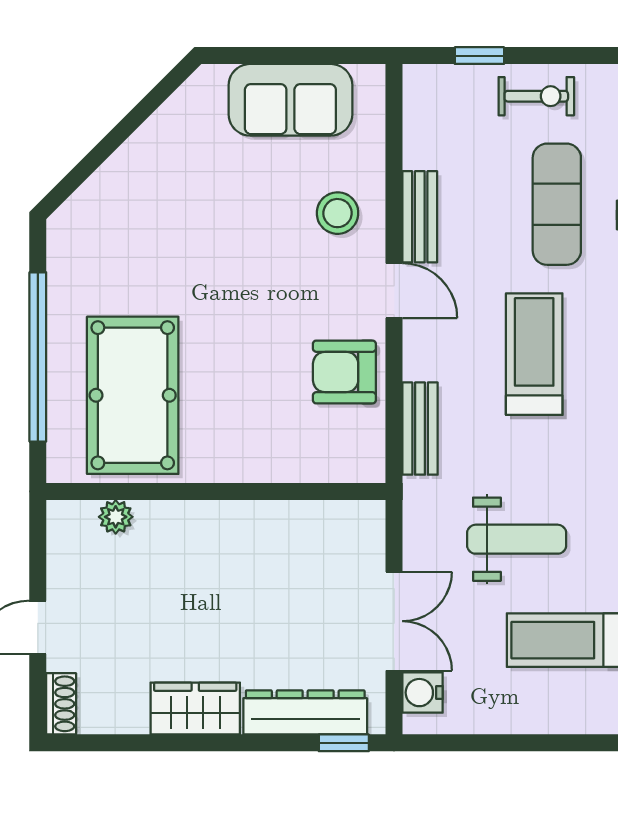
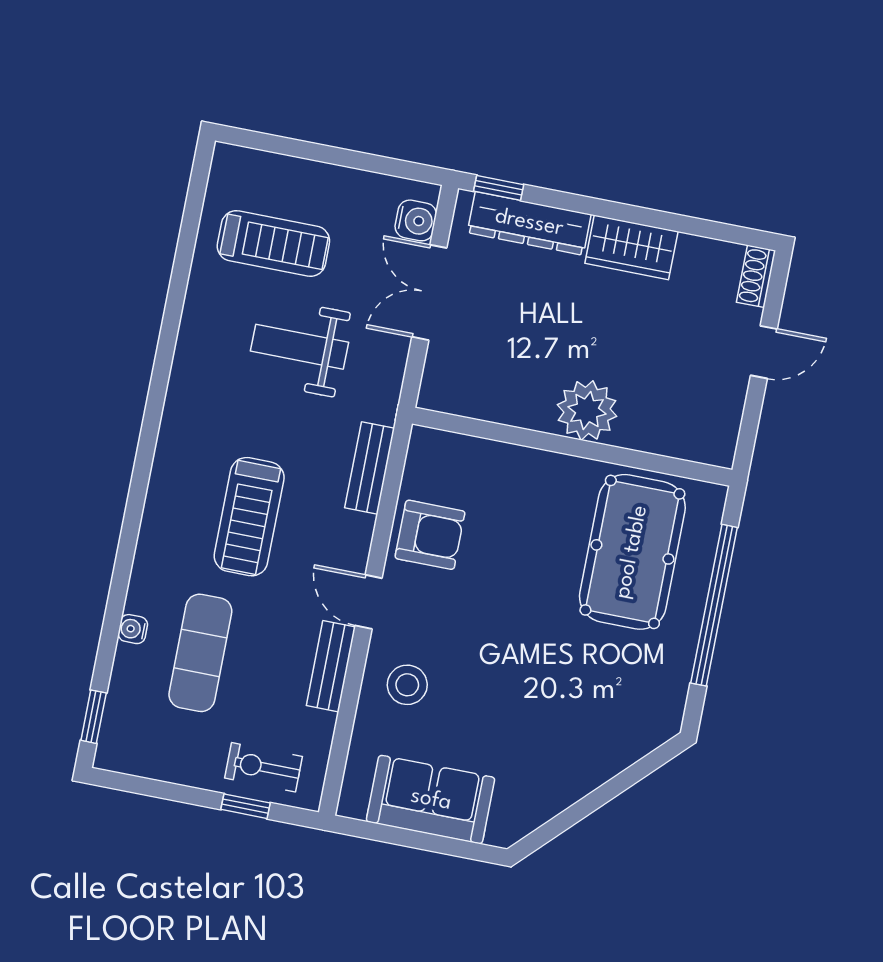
exercise bike: (536, 96) -> (264, 767), moved
plant: (116, 517) -> (587, 410), moved, width x1.88, depth x1.88

